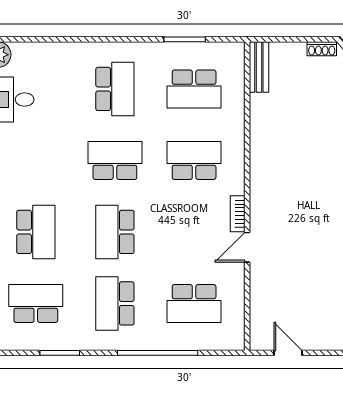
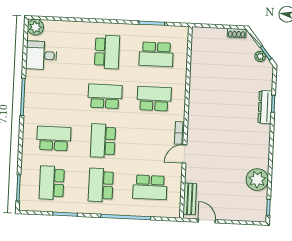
bench: (259, 67) -> (190, 199), moved
school desk: (36, 232) -> (54, 138), turned -90
school desk: (36, 303) -> (52, 183), turned -90

